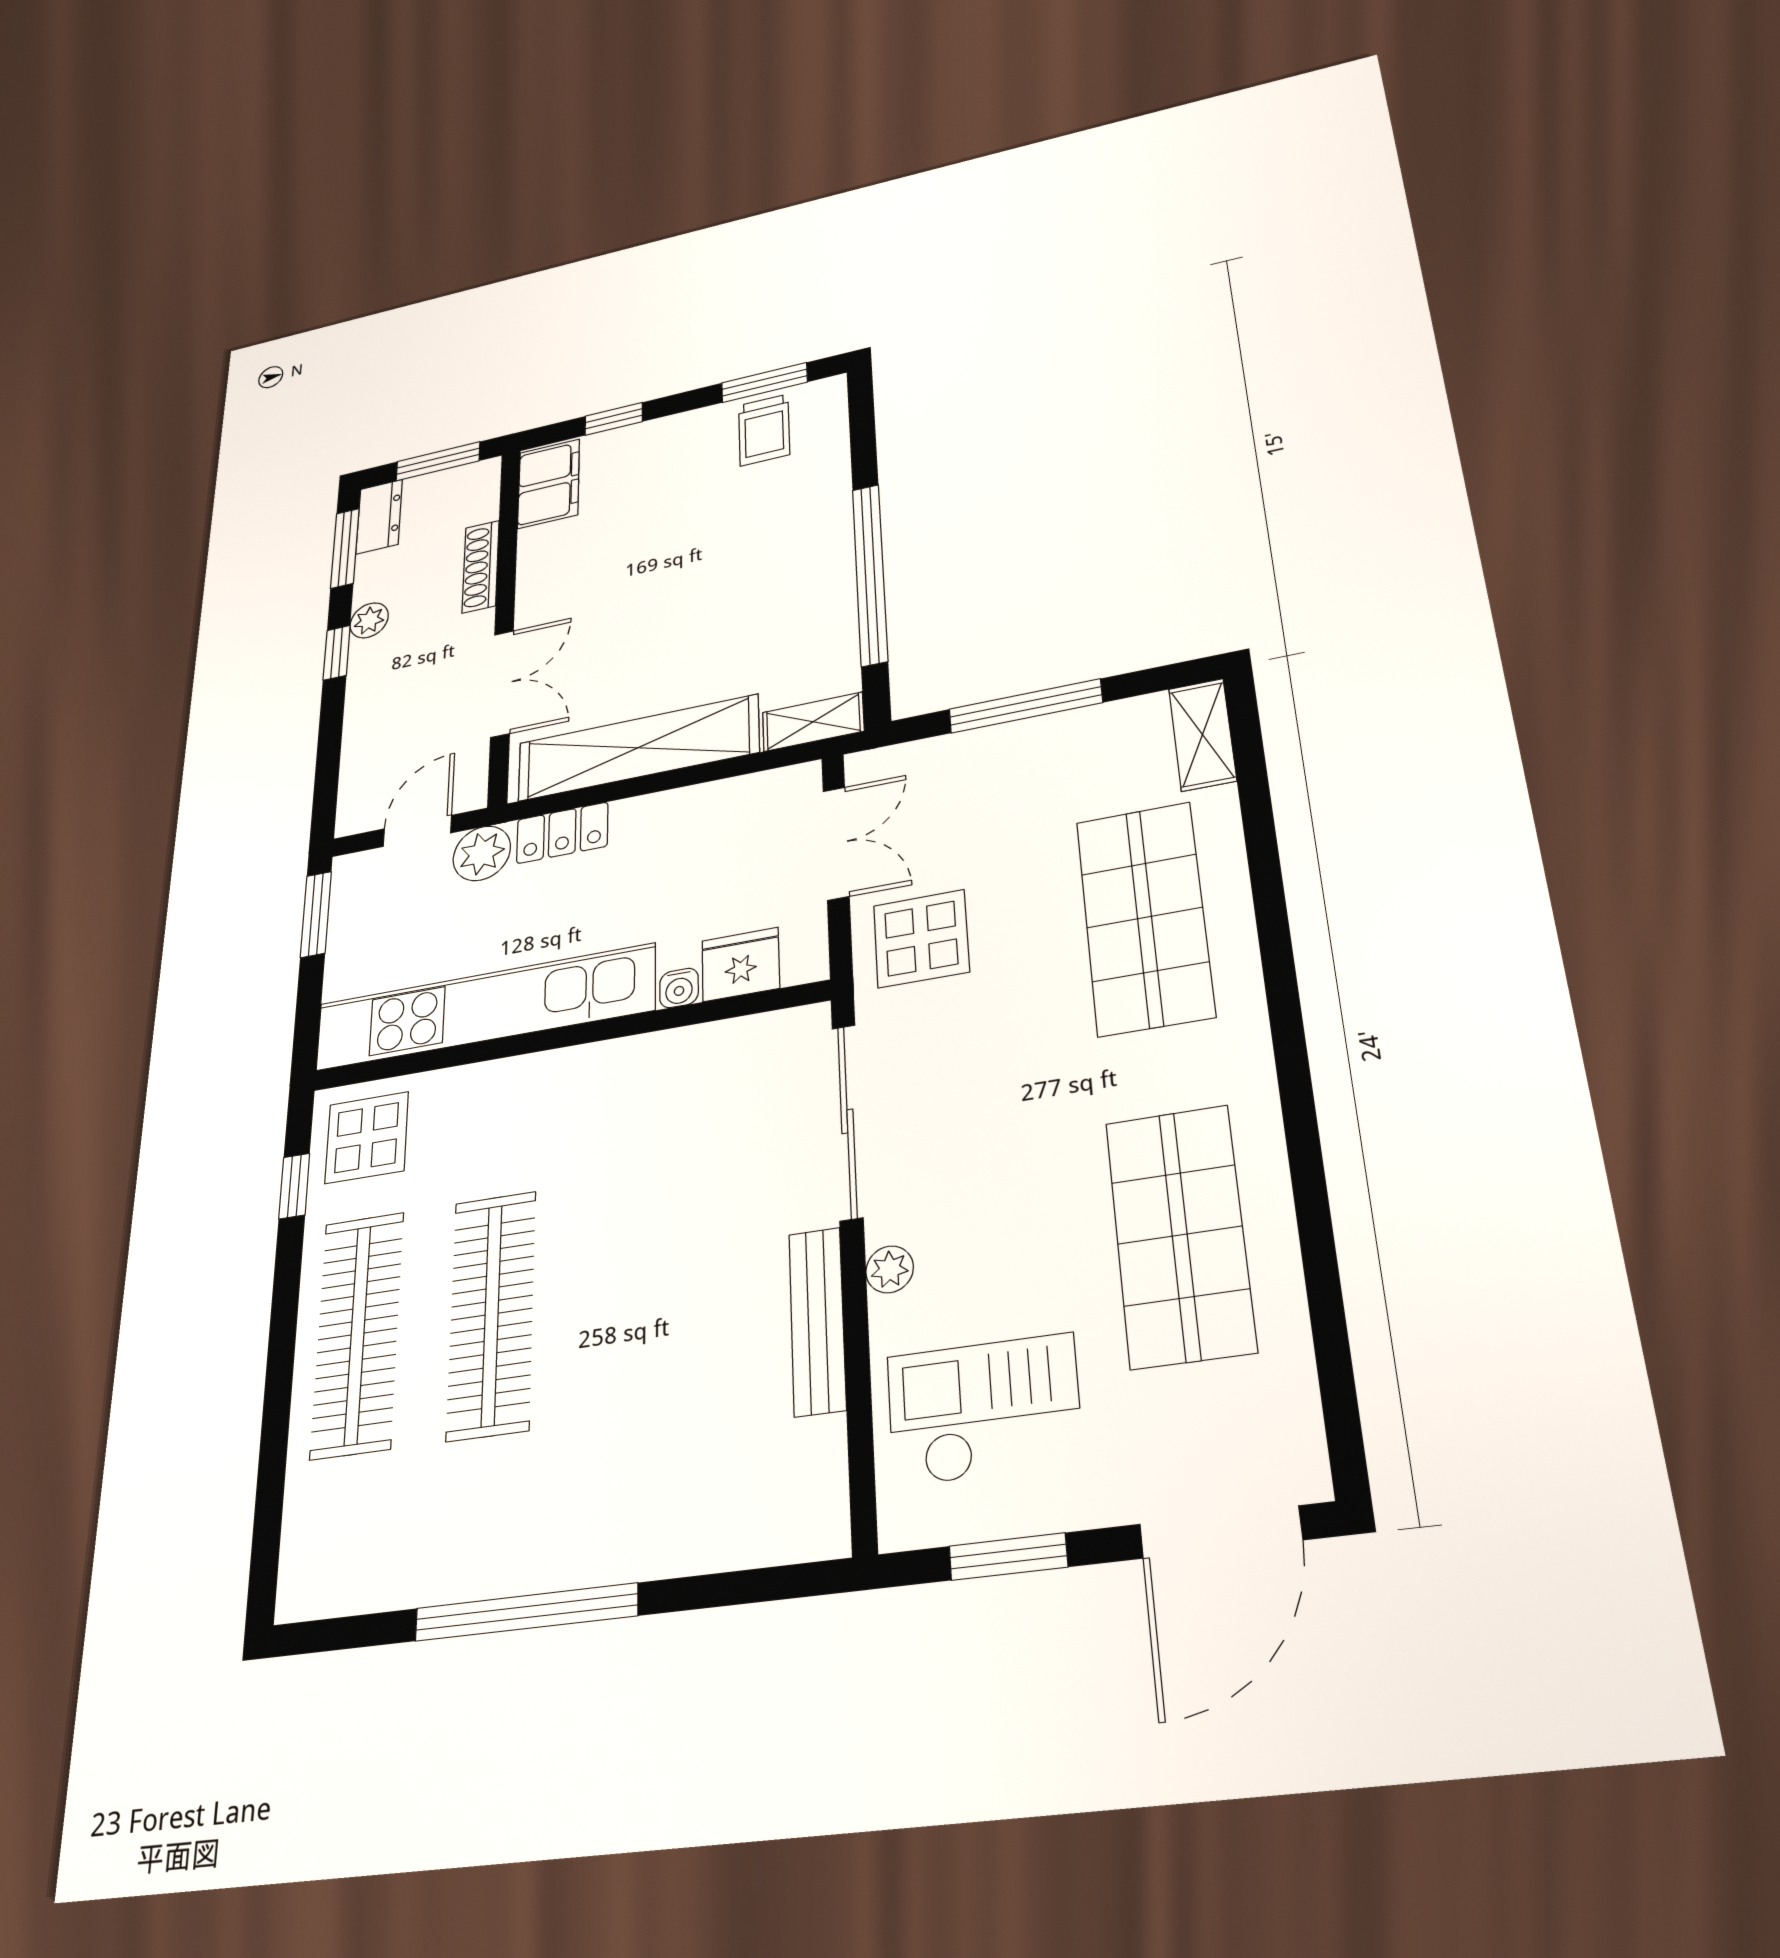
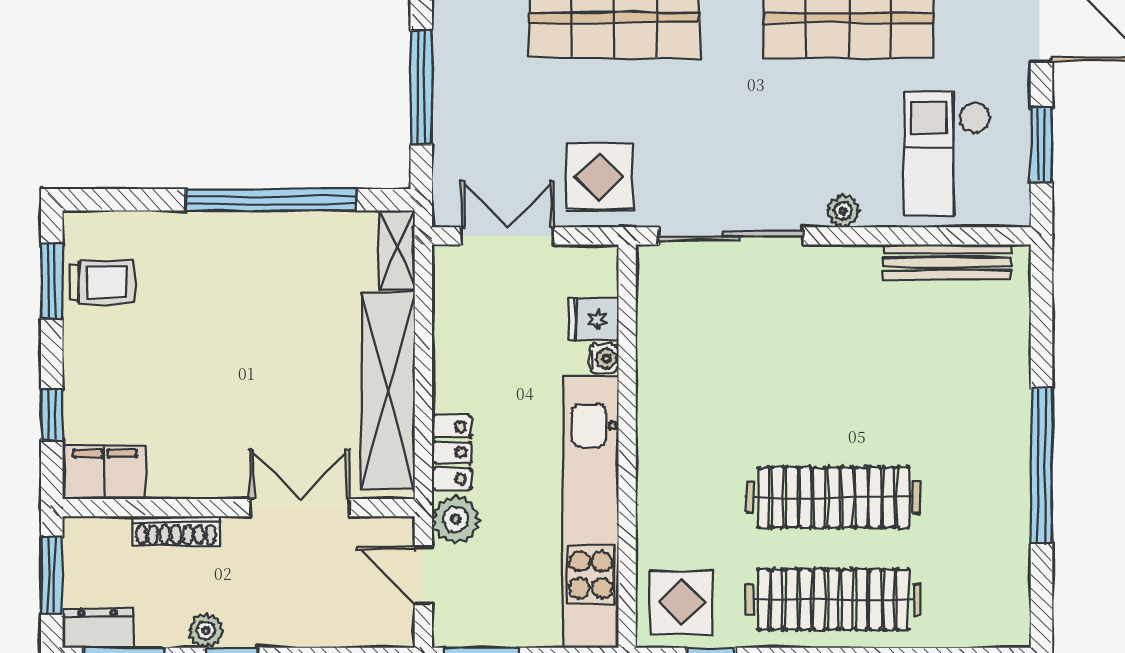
fridge: (741, 964) -> (594, 319), width x0.72
bench: (817, 1321) -> (947, 262), moved

